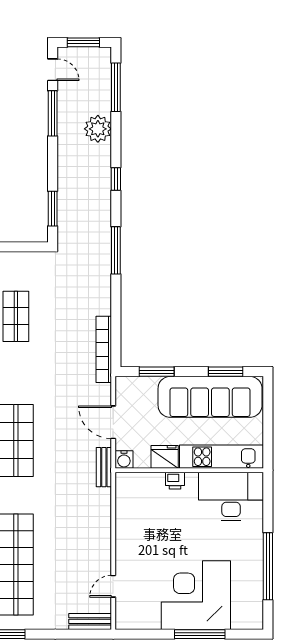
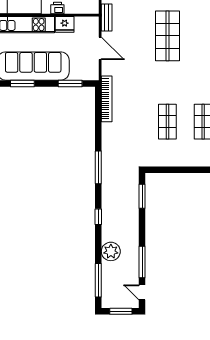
water cooler: (124, 460) -> (93, 23), removed

